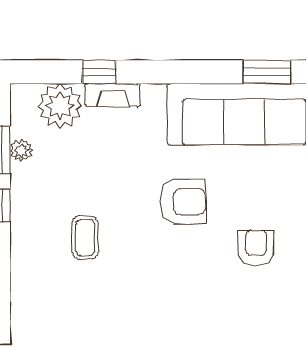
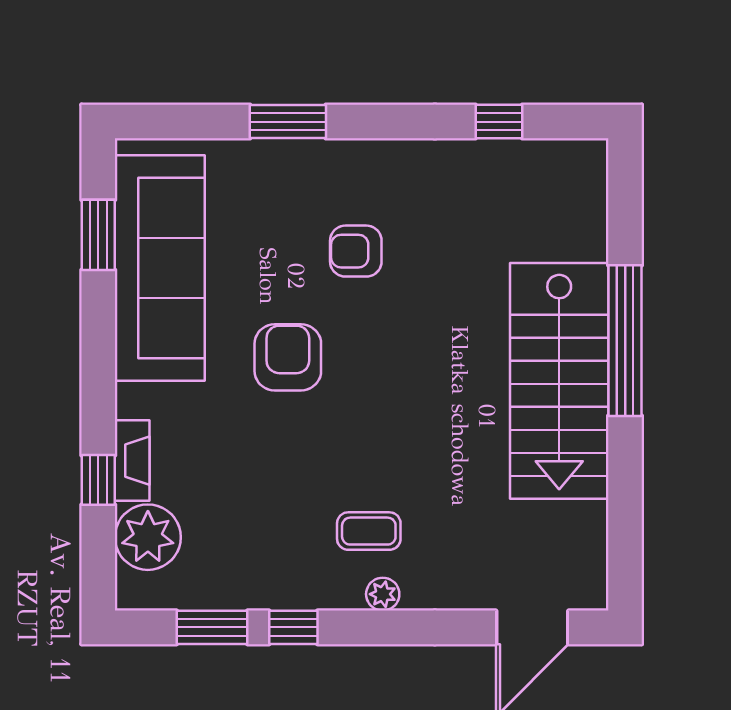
plant: (21, 150) -> (383, 594), moved
coffee table: (85, 238) -> (369, 531), moved

